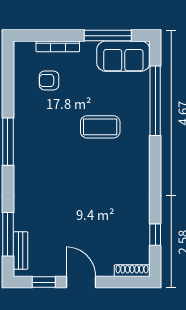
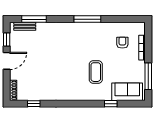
sofa: (123, 56) -> (127, 92), moved, turned 90
window: (155, 101) -> (111, 104), width x0.32

